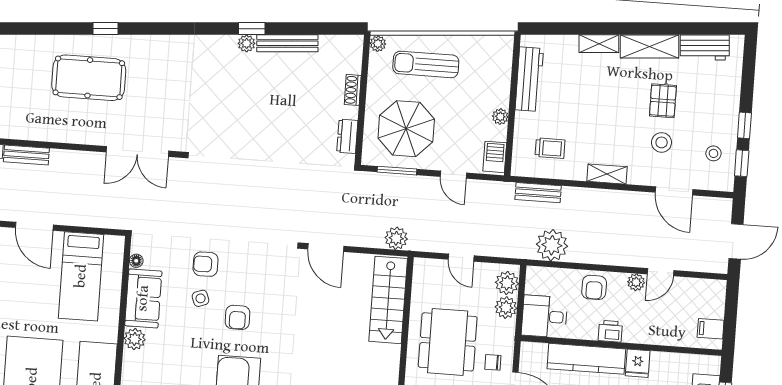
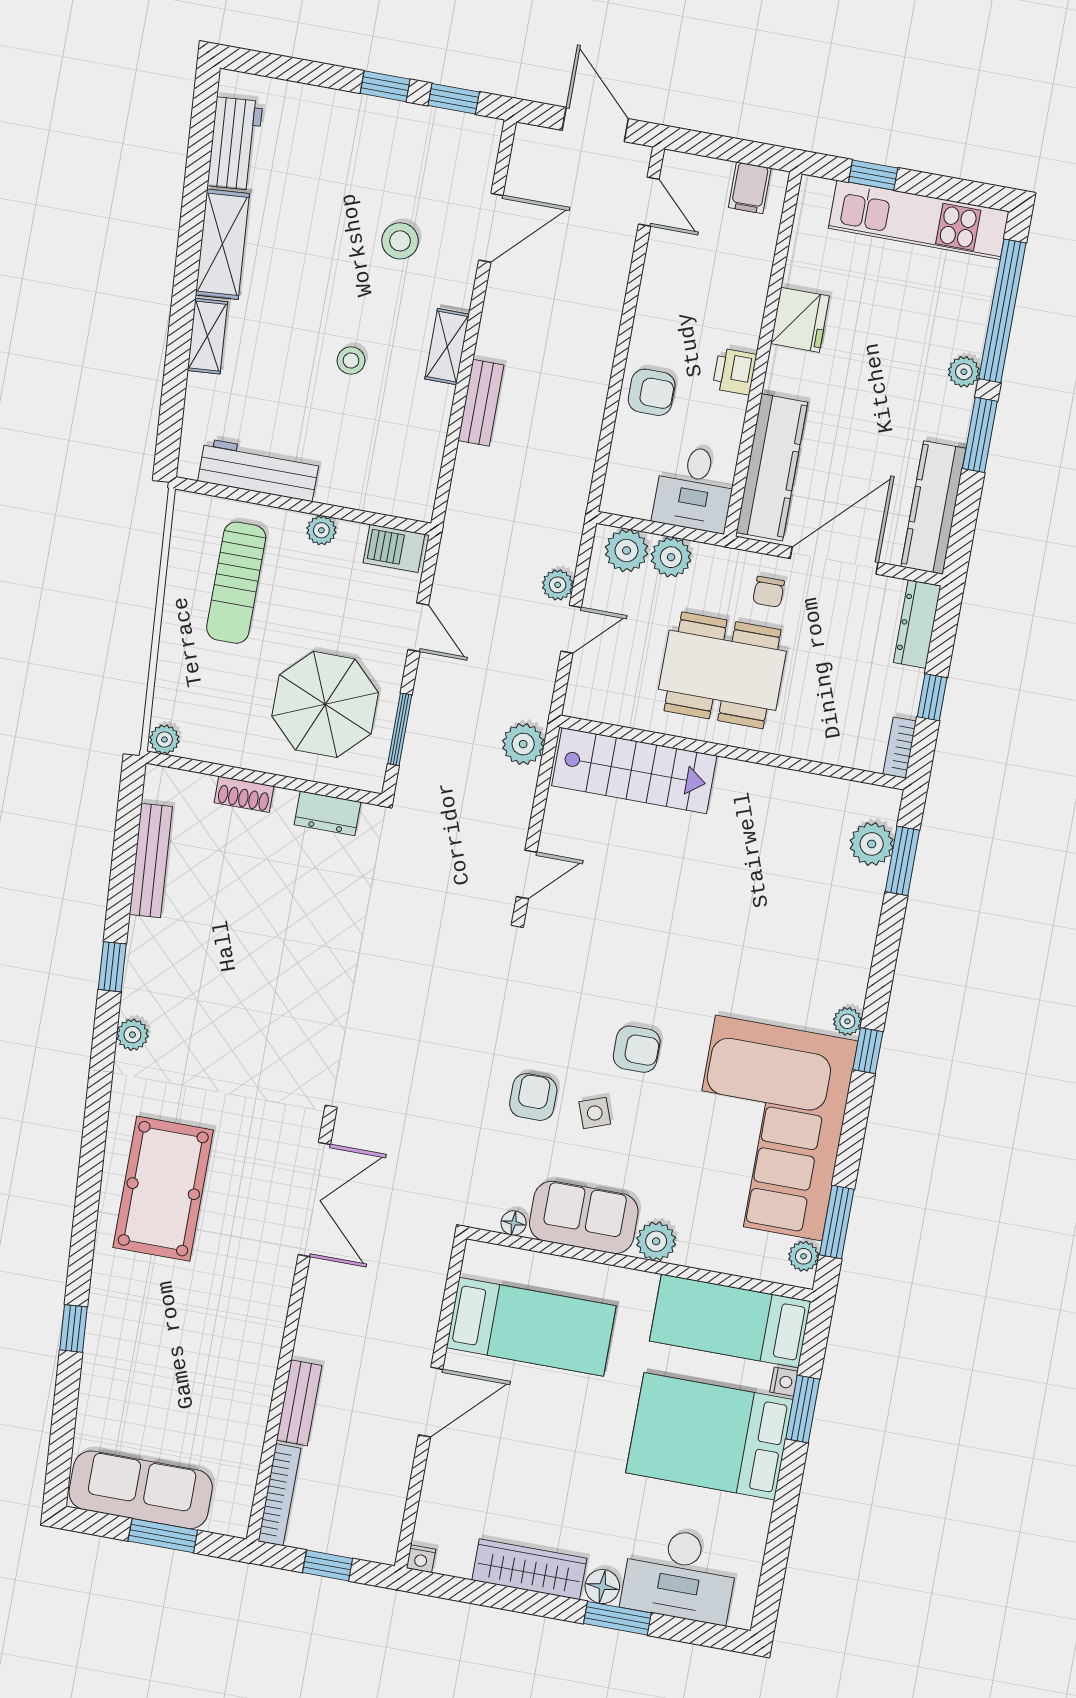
window: (105, 29) -> (74, 1328), moved
plant: (247, 43) -> (132, 1035), moved
bench: (287, 43) -> (151, 861), moved
sun lounger: (426, 64) -> (236, 583), moved
pool table: (89, 78) -> (163, 1189), moved
pallet: (663, 101) -> (324, 230), removed
trolley: (550, 148) -> (389, 446), removed
stool: (714, 153) -> (351, 361), moved
door: (453, 175) -> (418, 627), hinge flipped
bench: (538, 193) -> (481, 403), moved
plant: (552, 245) -> (558, 585), moved, width x0.53, depth x0.53
door: (326, 248) -> (527, 874), width x0.73
armchair: (206, 264) -> (533, 1097), turned 180
door: (661, 272) -> (649, 202), moved
plant: (636, 282) -> (650, 315), removed
kitchen counter: (586, 359) -> (772, 467), moved
fridge: (638, 363) -> (800, 320), width x1.38

